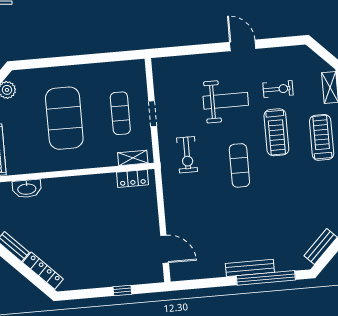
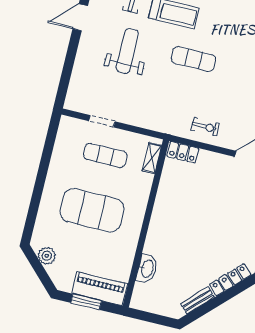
doorway: (153, 114) -> (102, 121), moved
exercise bike: (187, 155) -> (205, 127), moved, width x0.73, depth x0.72
locker: (133, 179) -> (183, 152), moved, turned 90

